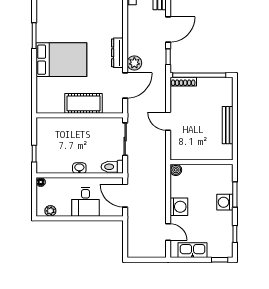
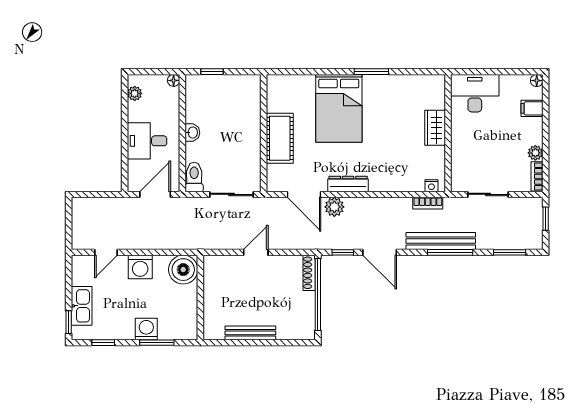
boiler: (176, 170) -> (183, 270), width x1.86, depth x1.86
kitchen sink: (193, 250) -> (82, 306), moved

